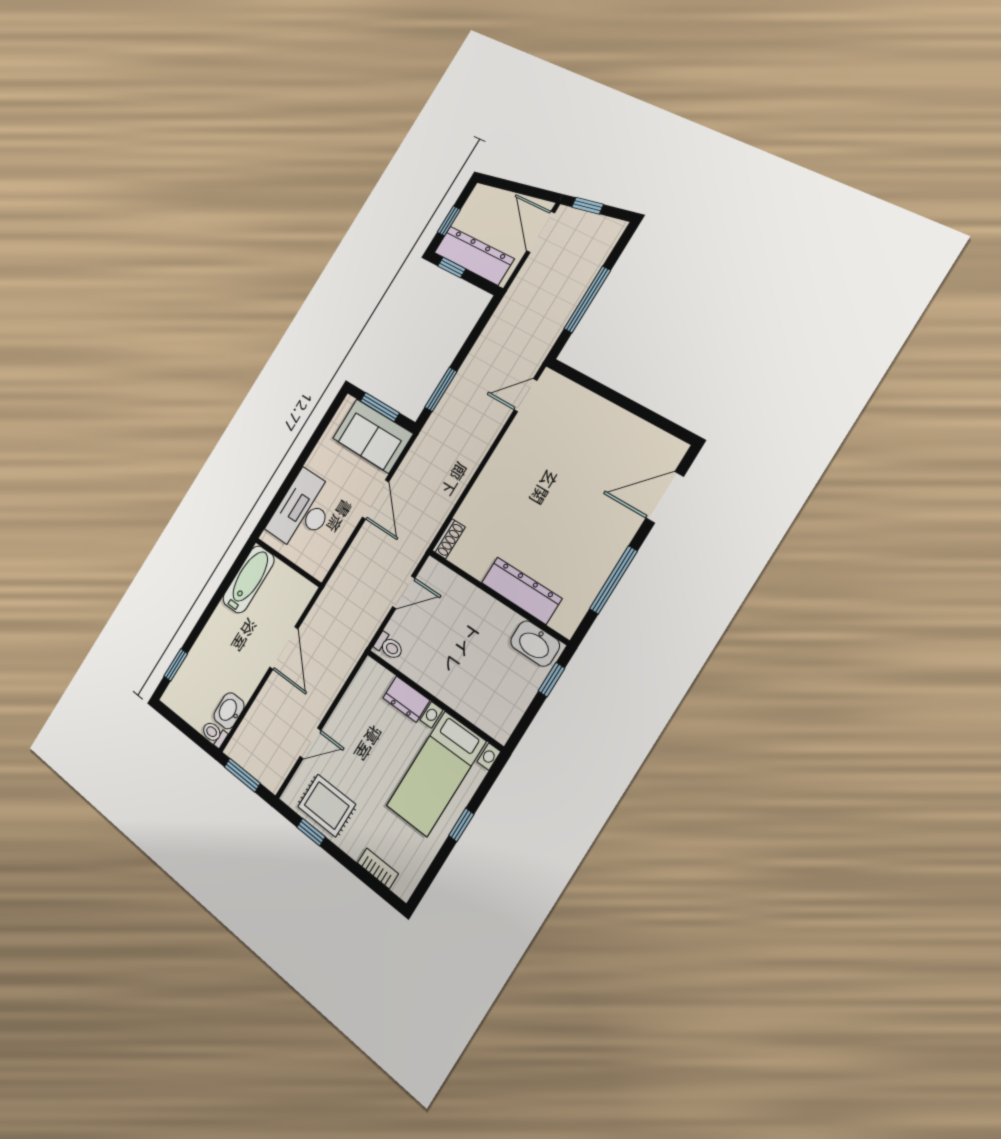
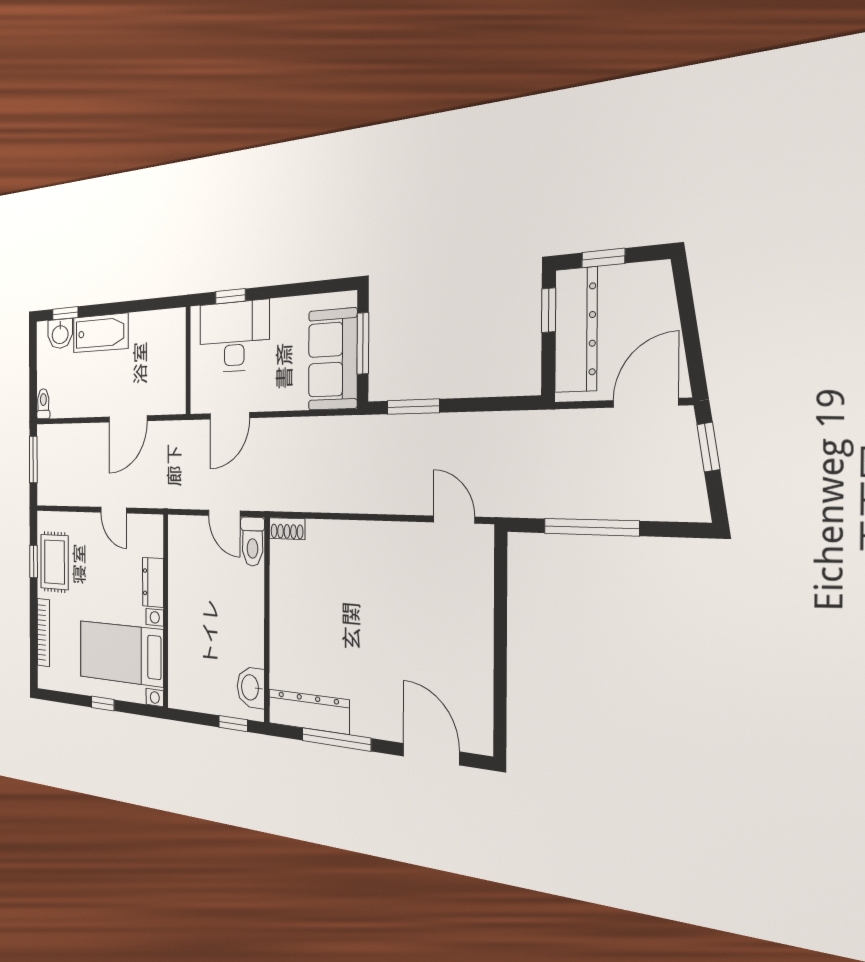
window: (278, 499) -> (230, 296), added
door: (376, 499) -> (230, 416), moved
bathtub: (249, 579) -> (101, 333), moved
dresser: (521, 591) -> (308, 712), moved, turned -90
washbasin: (535, 643) -> (251, 687), width x0.72
toilet: (389, 646) -> (252, 542), moved, width x1.37, depth x1.39
washbasin: (229, 711) -> (60, 334), moved, turned 180
door: (310, 743) -> (113, 510), moved
bookcase: (378, 868) -> (43, 633), width x1.56

